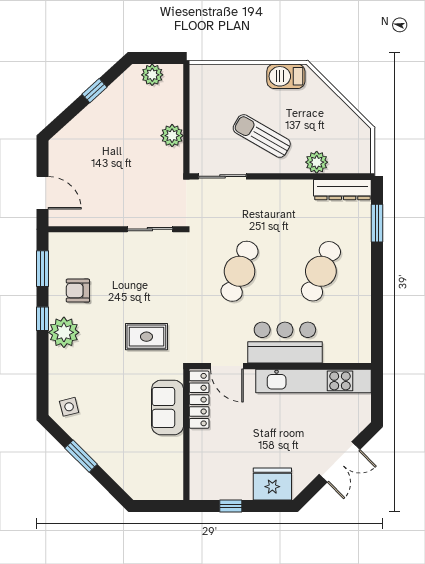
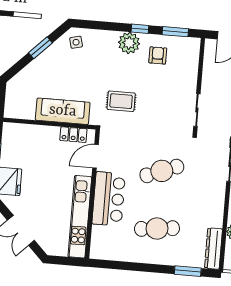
cafe table: (240, 271) -> (162, 171), turned -42
cafe table: (321, 271) -> (157, 229), turned -30
rug: (146, 337) -> (121, 101), turned 90
locker: (199, 400) -> (73, 135), width x0.66
sofa: (168, 407) -> (63, 111), width x1.36

